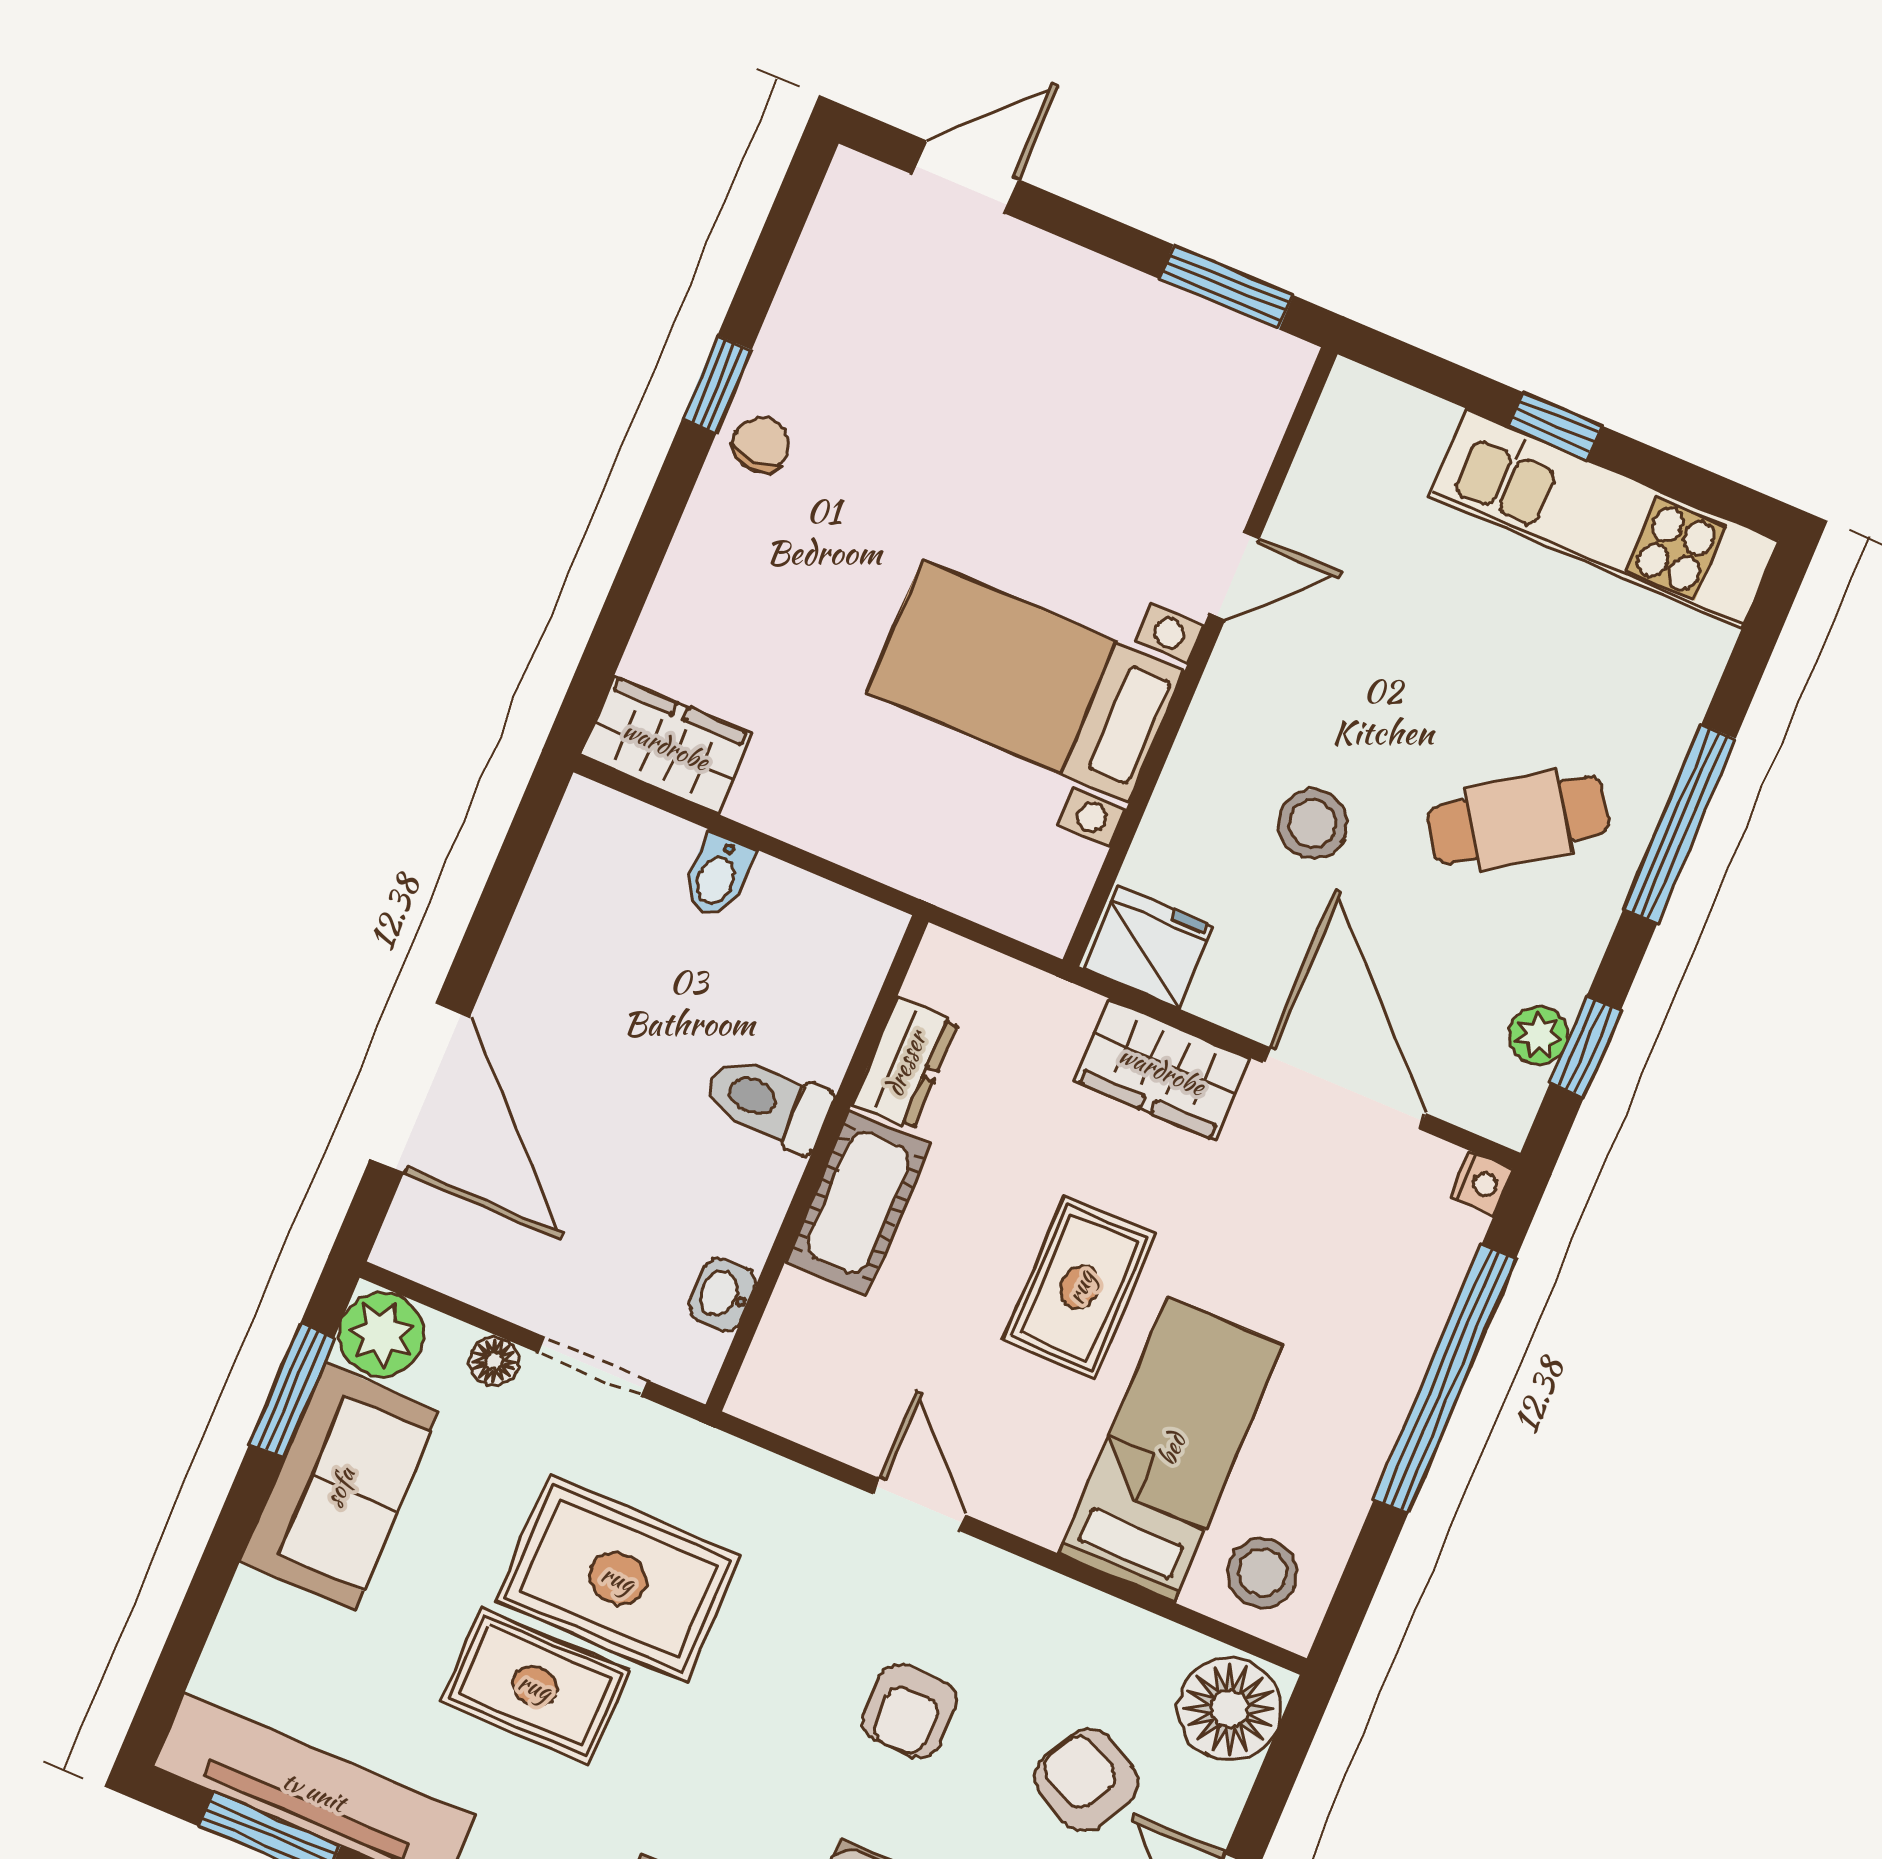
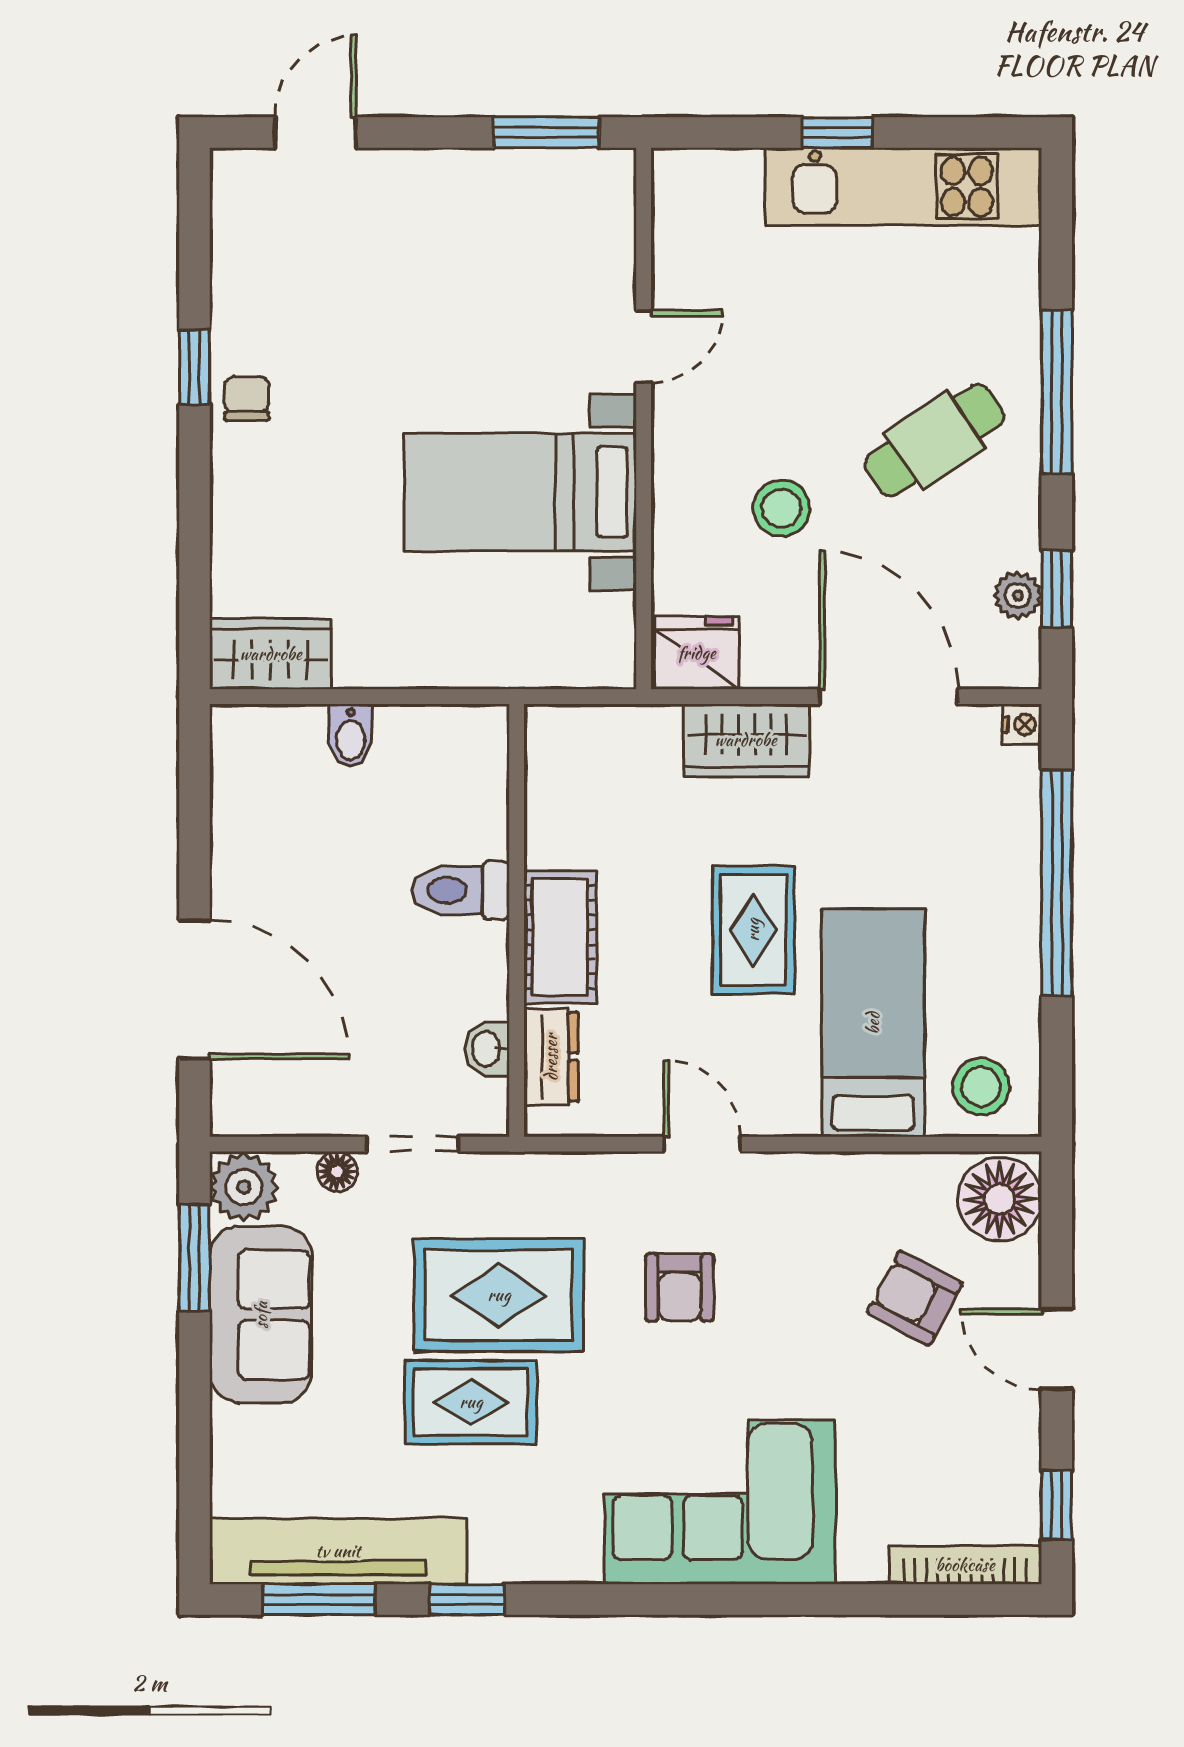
dresser: (905, 1063) -> (551, 1057), moved
armchair: (909, 1711) -> (680, 1287), moved

